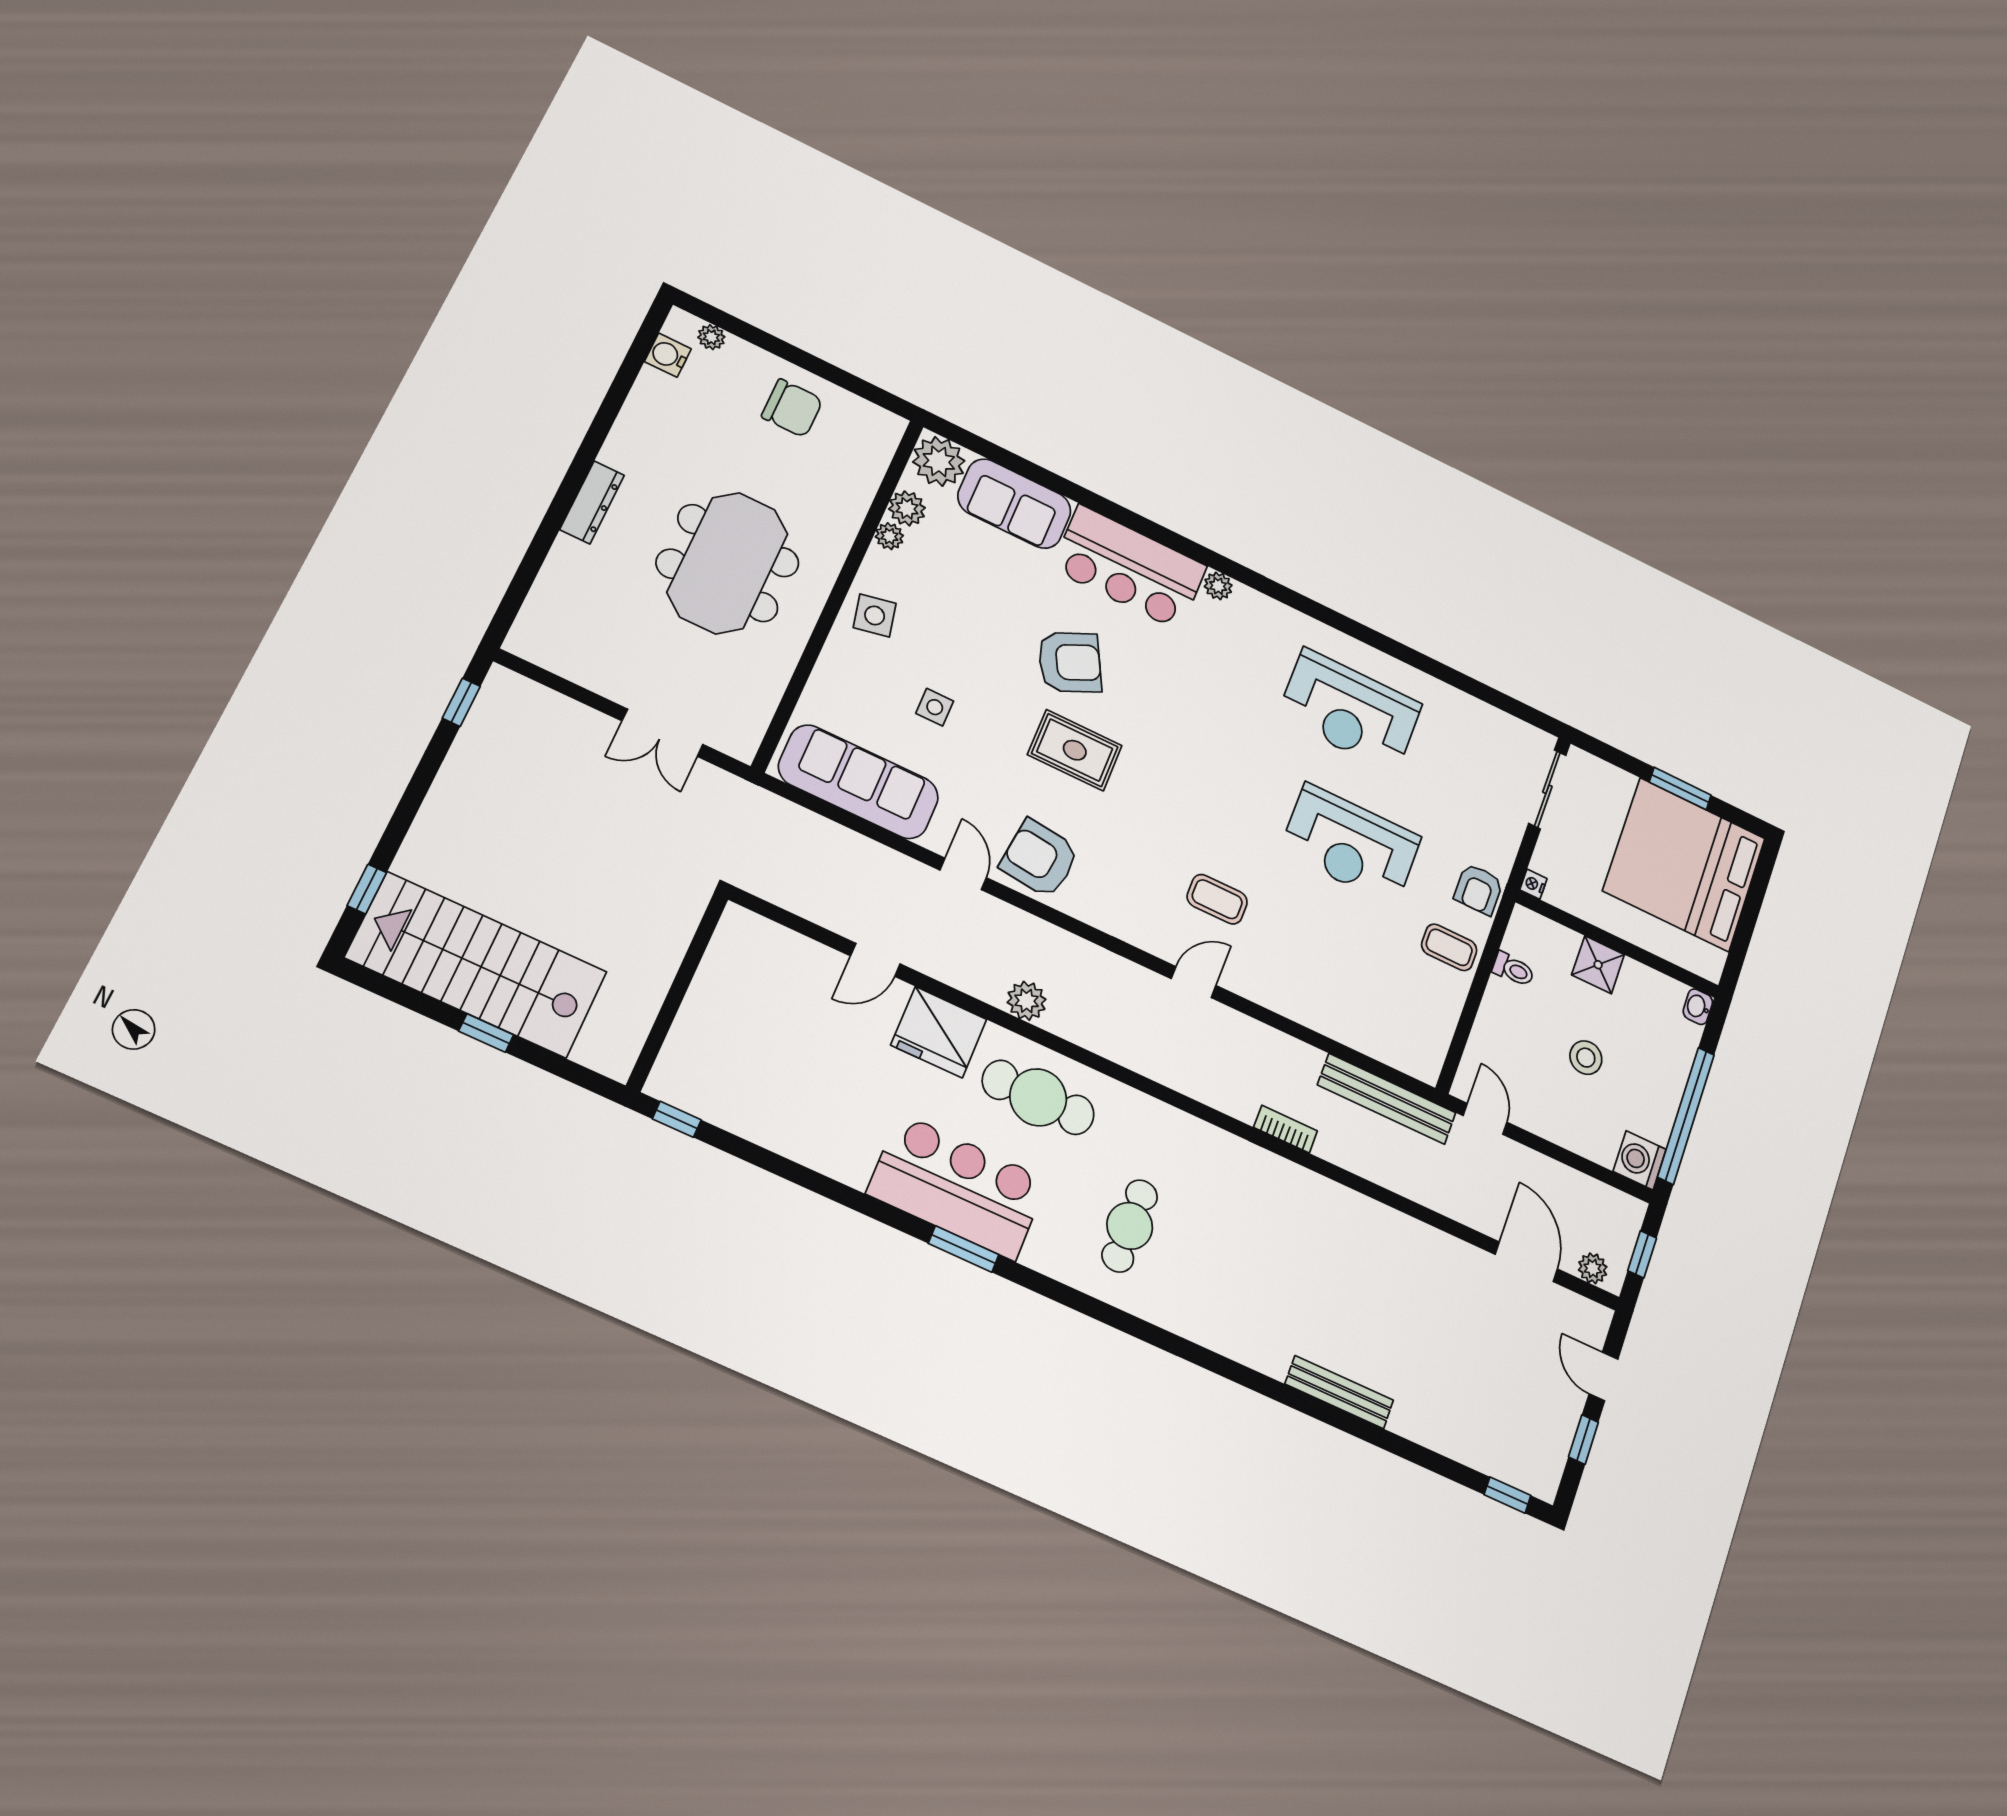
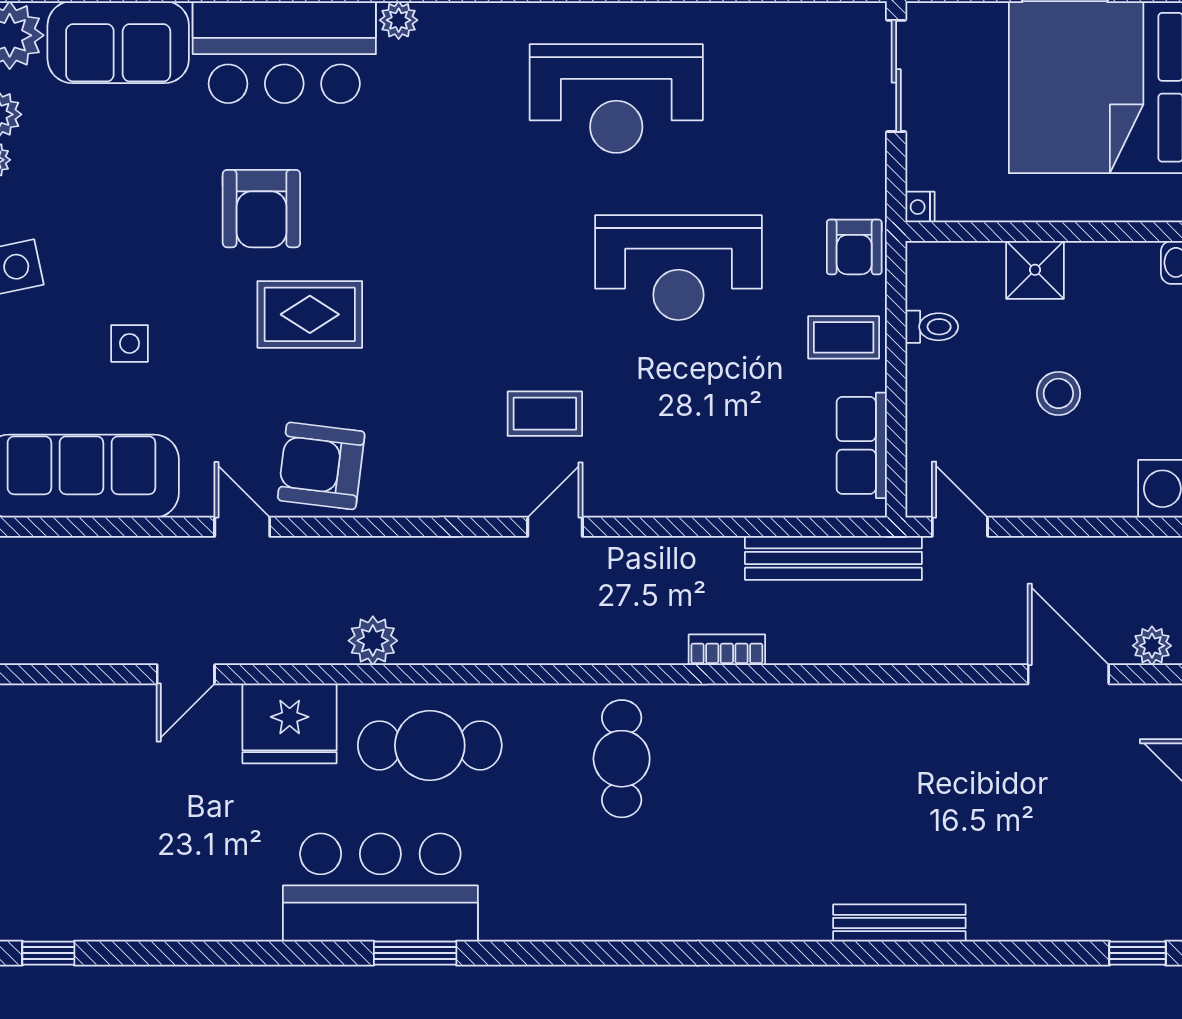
armchair: (1070, 662) -> (261, 209), turned 116
row of seats: (1435, 1028) -> (862, 445), added
cafe table: (1130, 1226) -> (622, 759), moved

